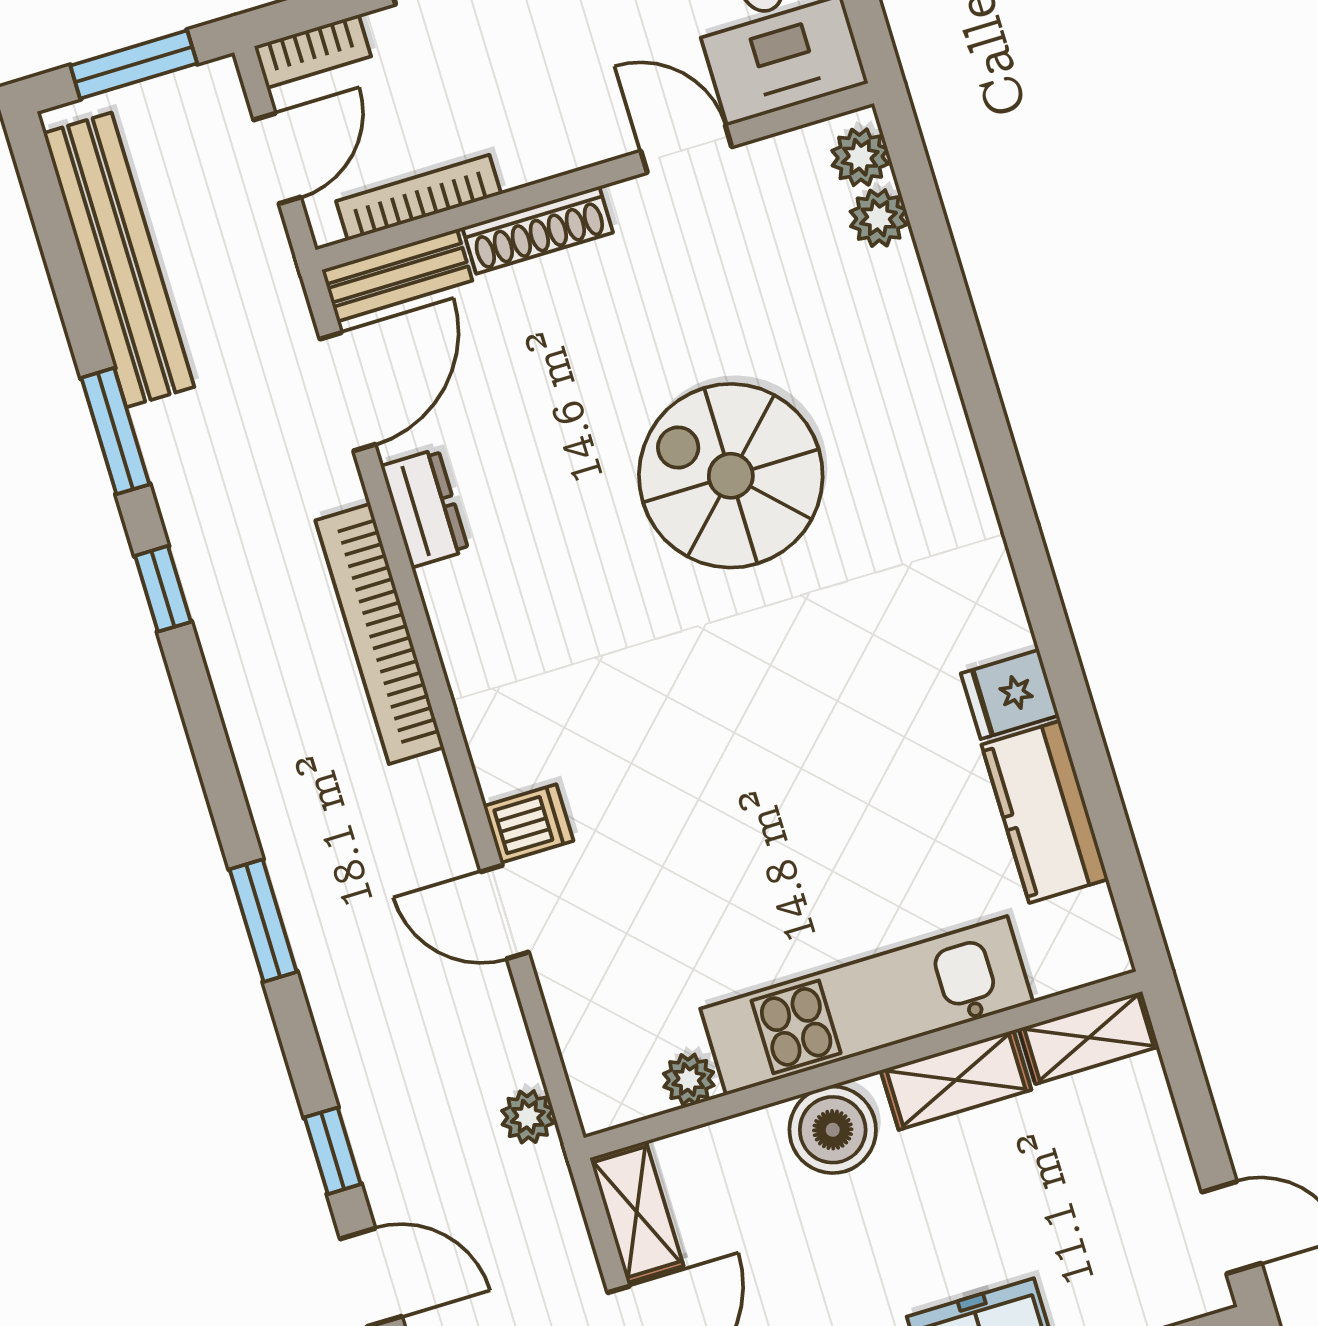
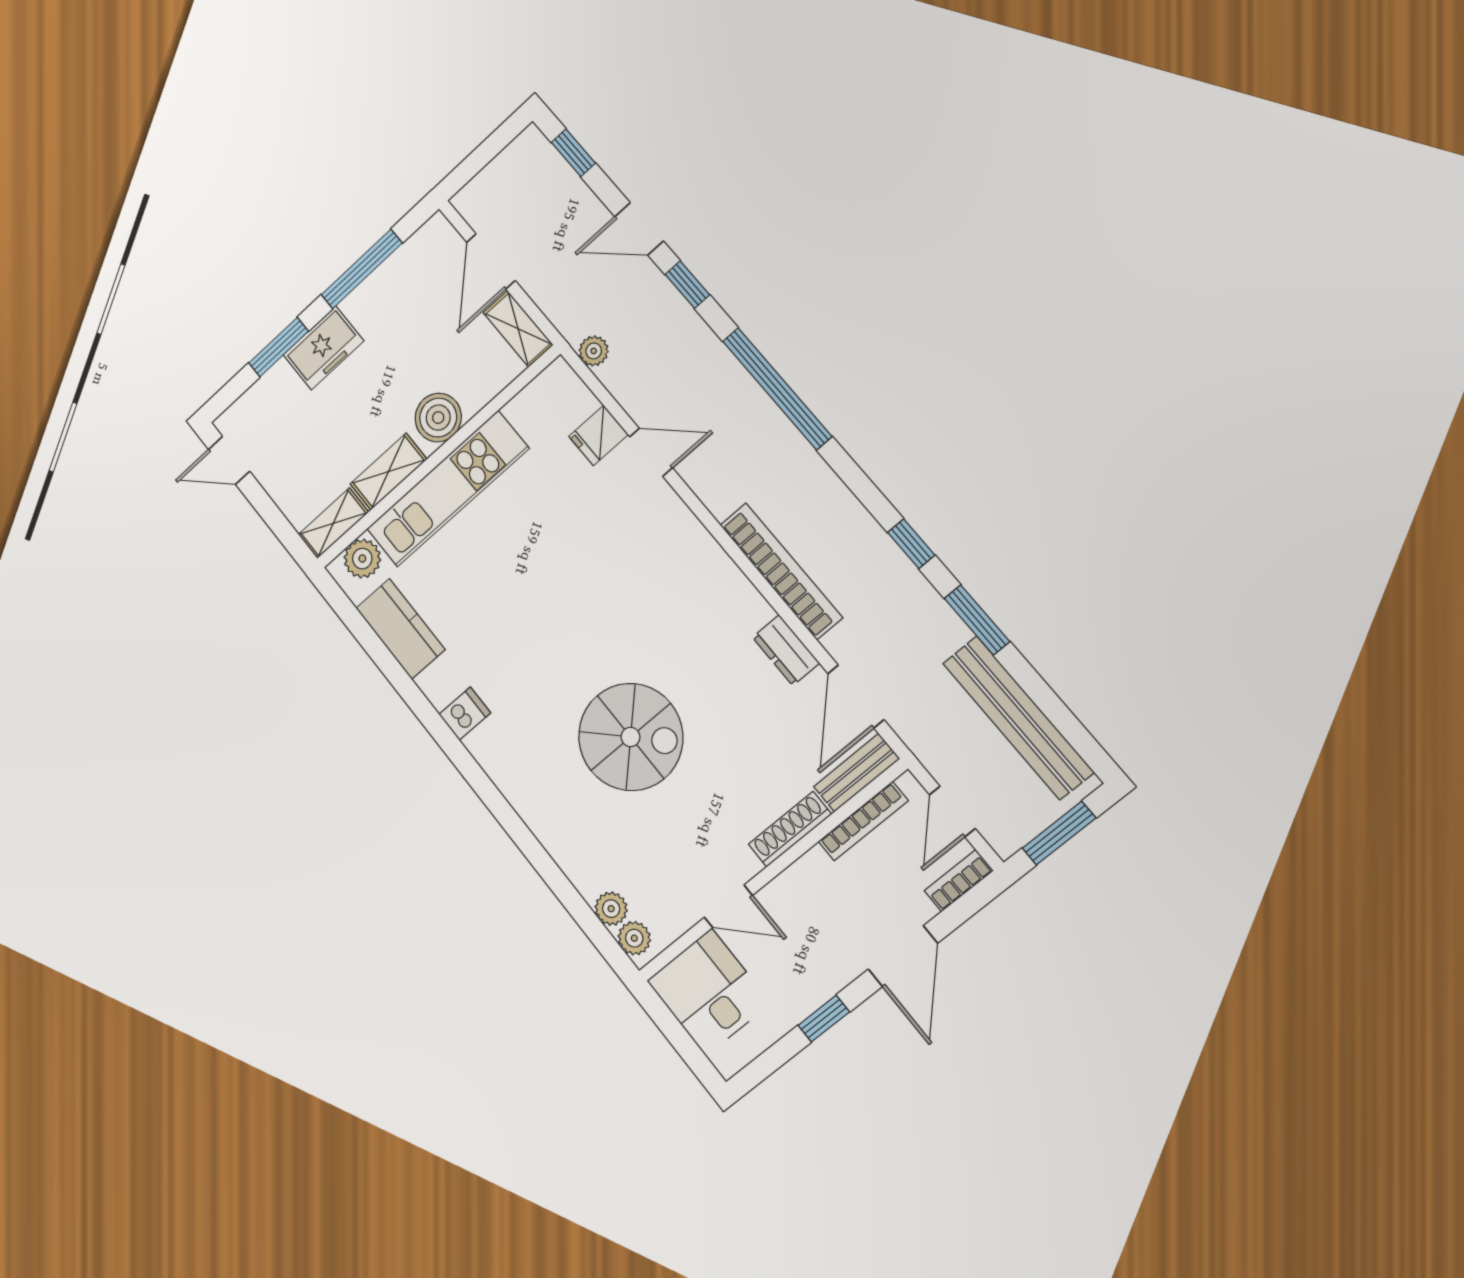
fridge: (1010, 694) -> (598, 435), moved, turned 180
dishwasher: (529, 824) -> (465, 714), moved, turned 180
window: (263, 921) -> (777, 389), width x2.11
plant: (689, 1080) -> (362, 559), moved, width x1.38, depth x1.38

